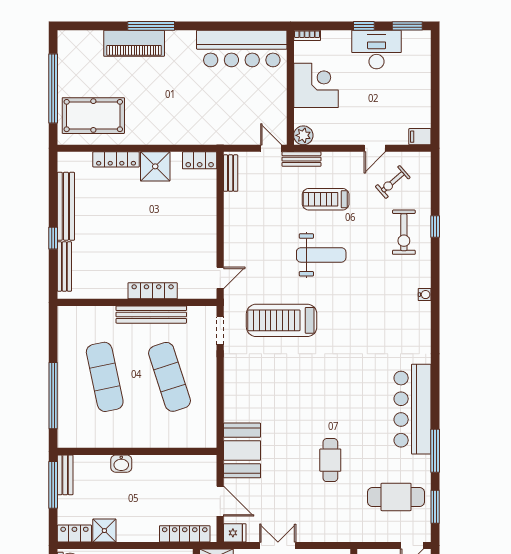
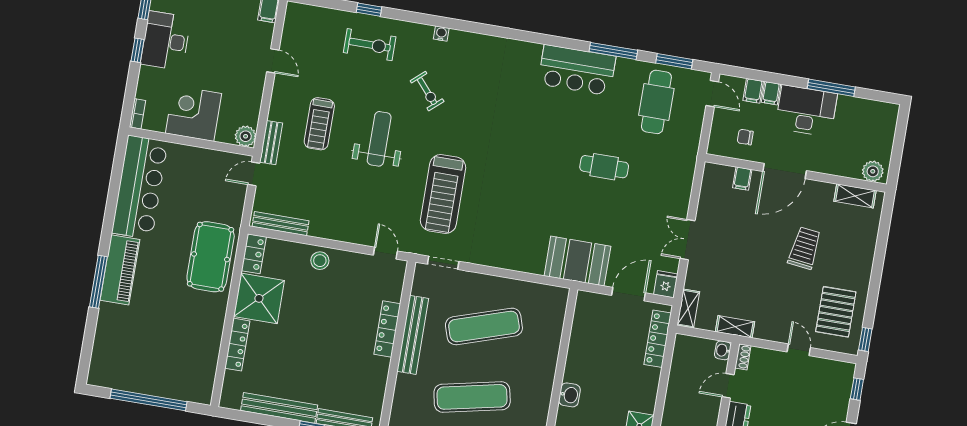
piano: (134, 43) -> (120, 270), moved
pool table: (93, 116) -> (211, 257), moved
shower: (155, 166) -> (259, 298), width x1.37, depth x1.37
bench: (231, 173) -> (281, 224), width x1.36
exercise bike: (393, 182) -> (427, 91), moved
stool: (204, 220) -> (320, 261), added
bar counter: (412, 409) -> (577, 70), width x0.73

